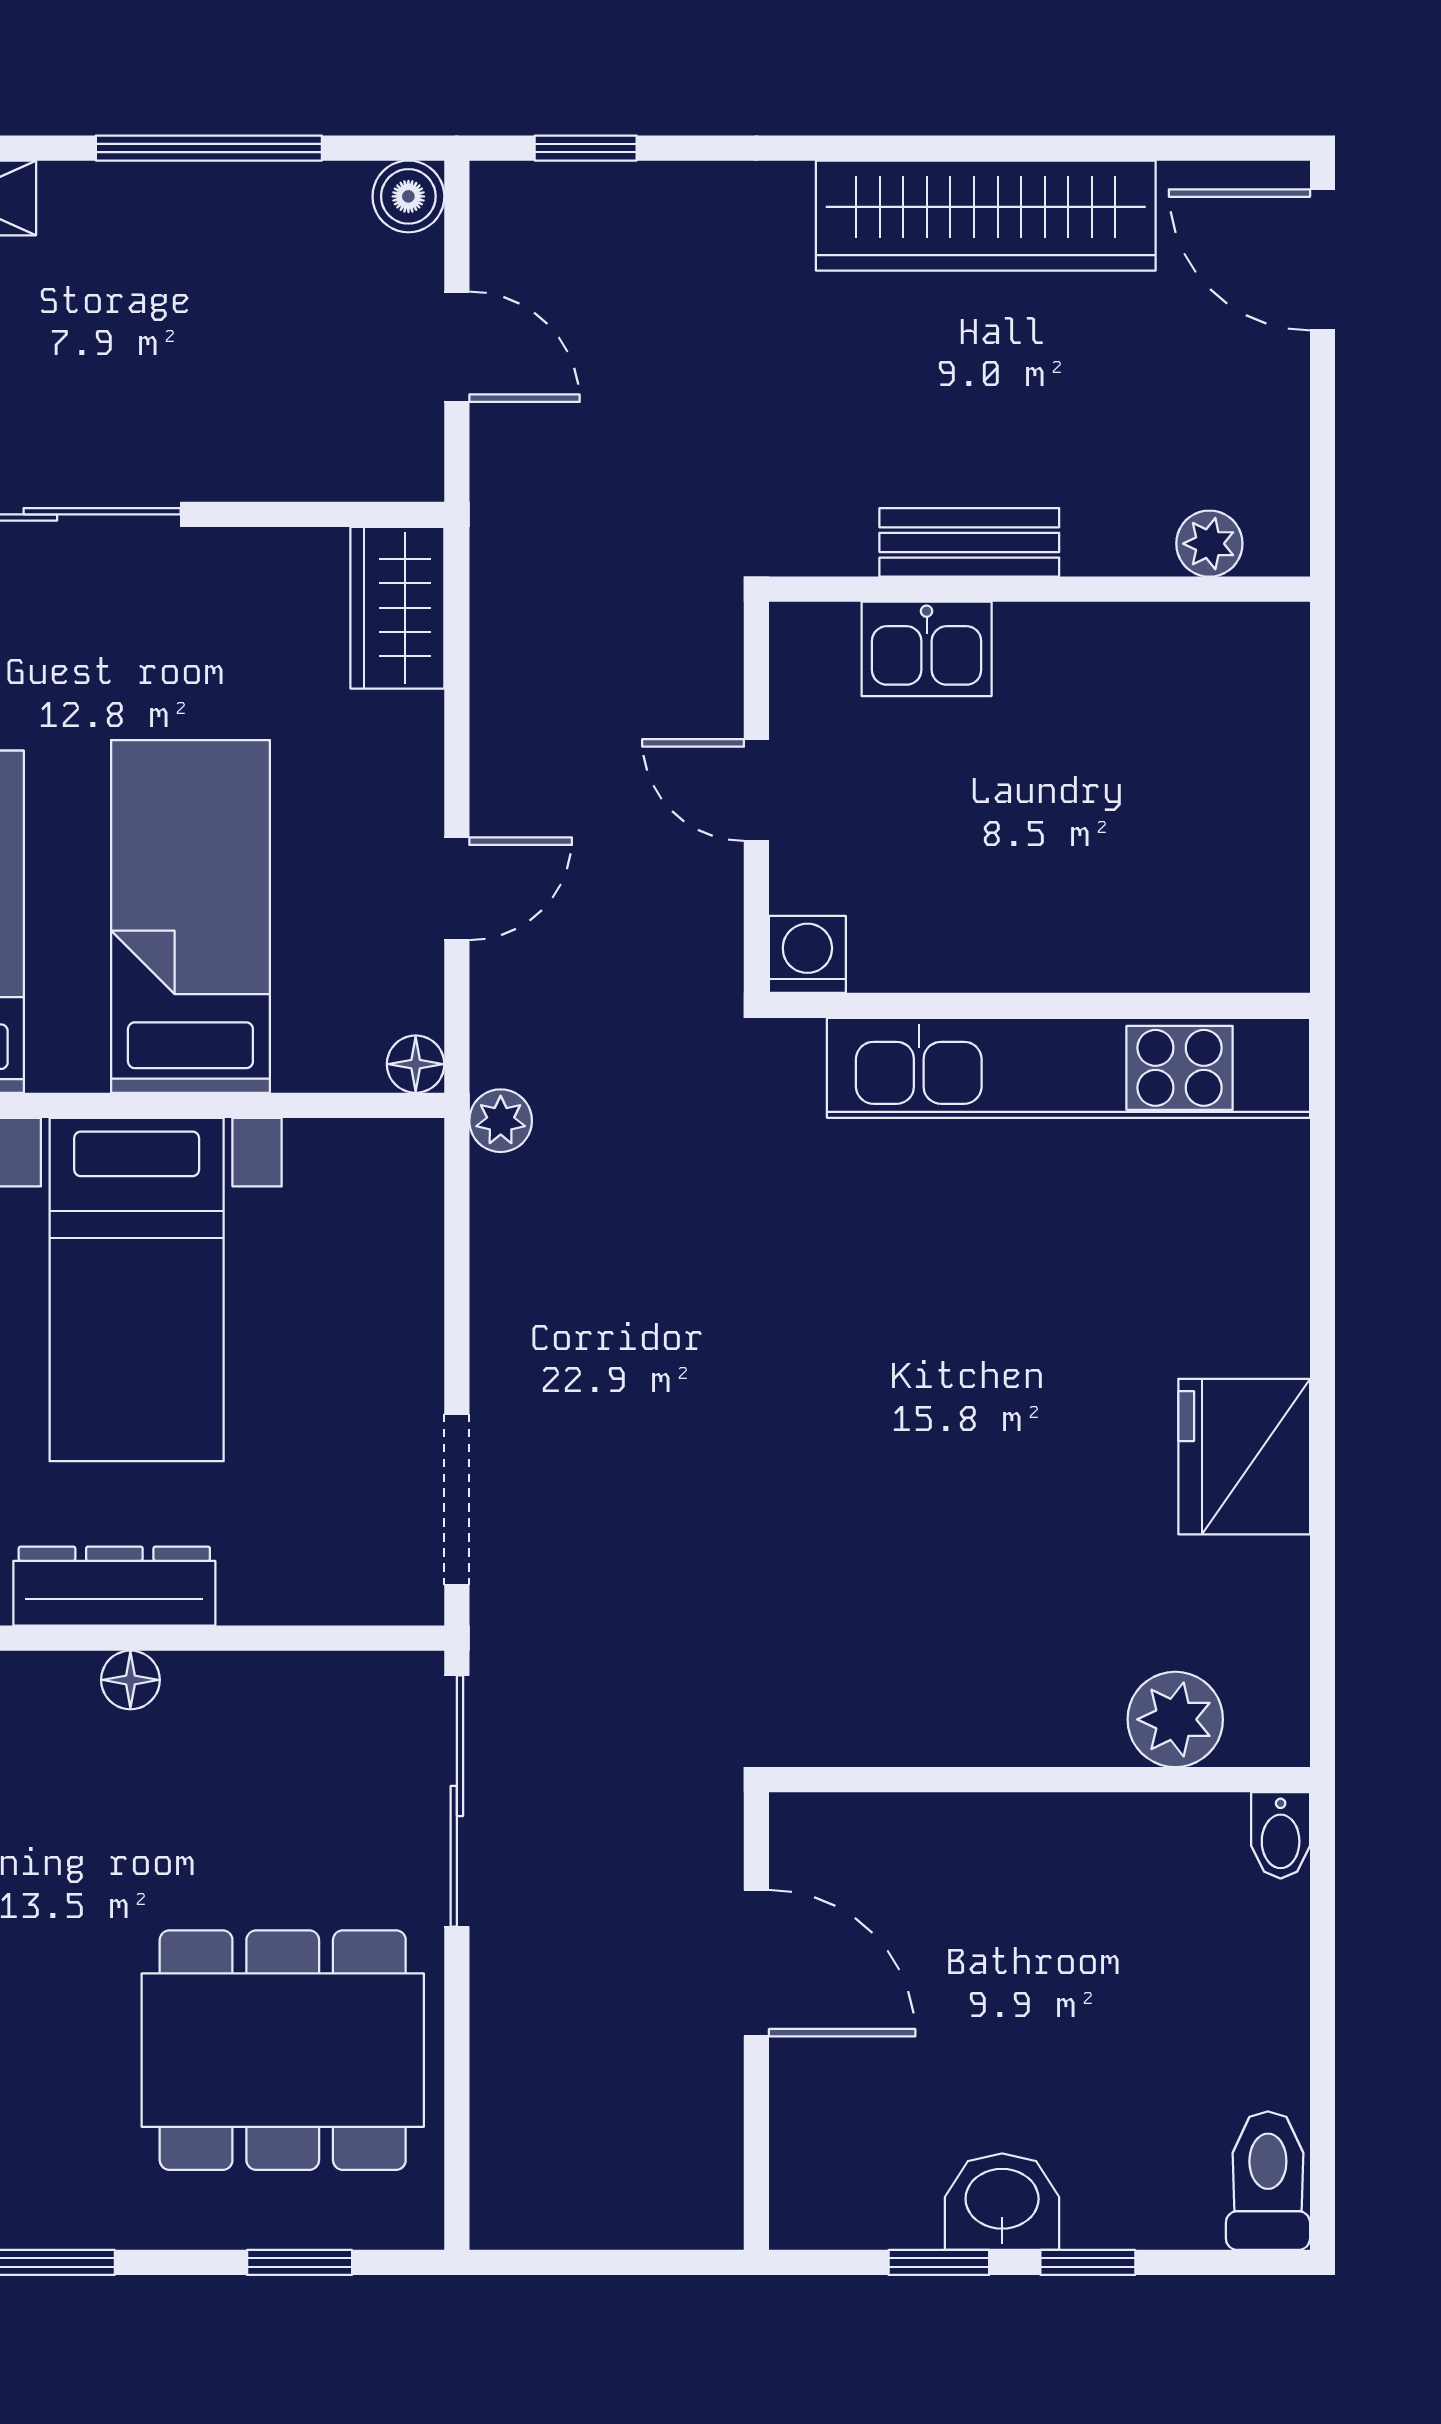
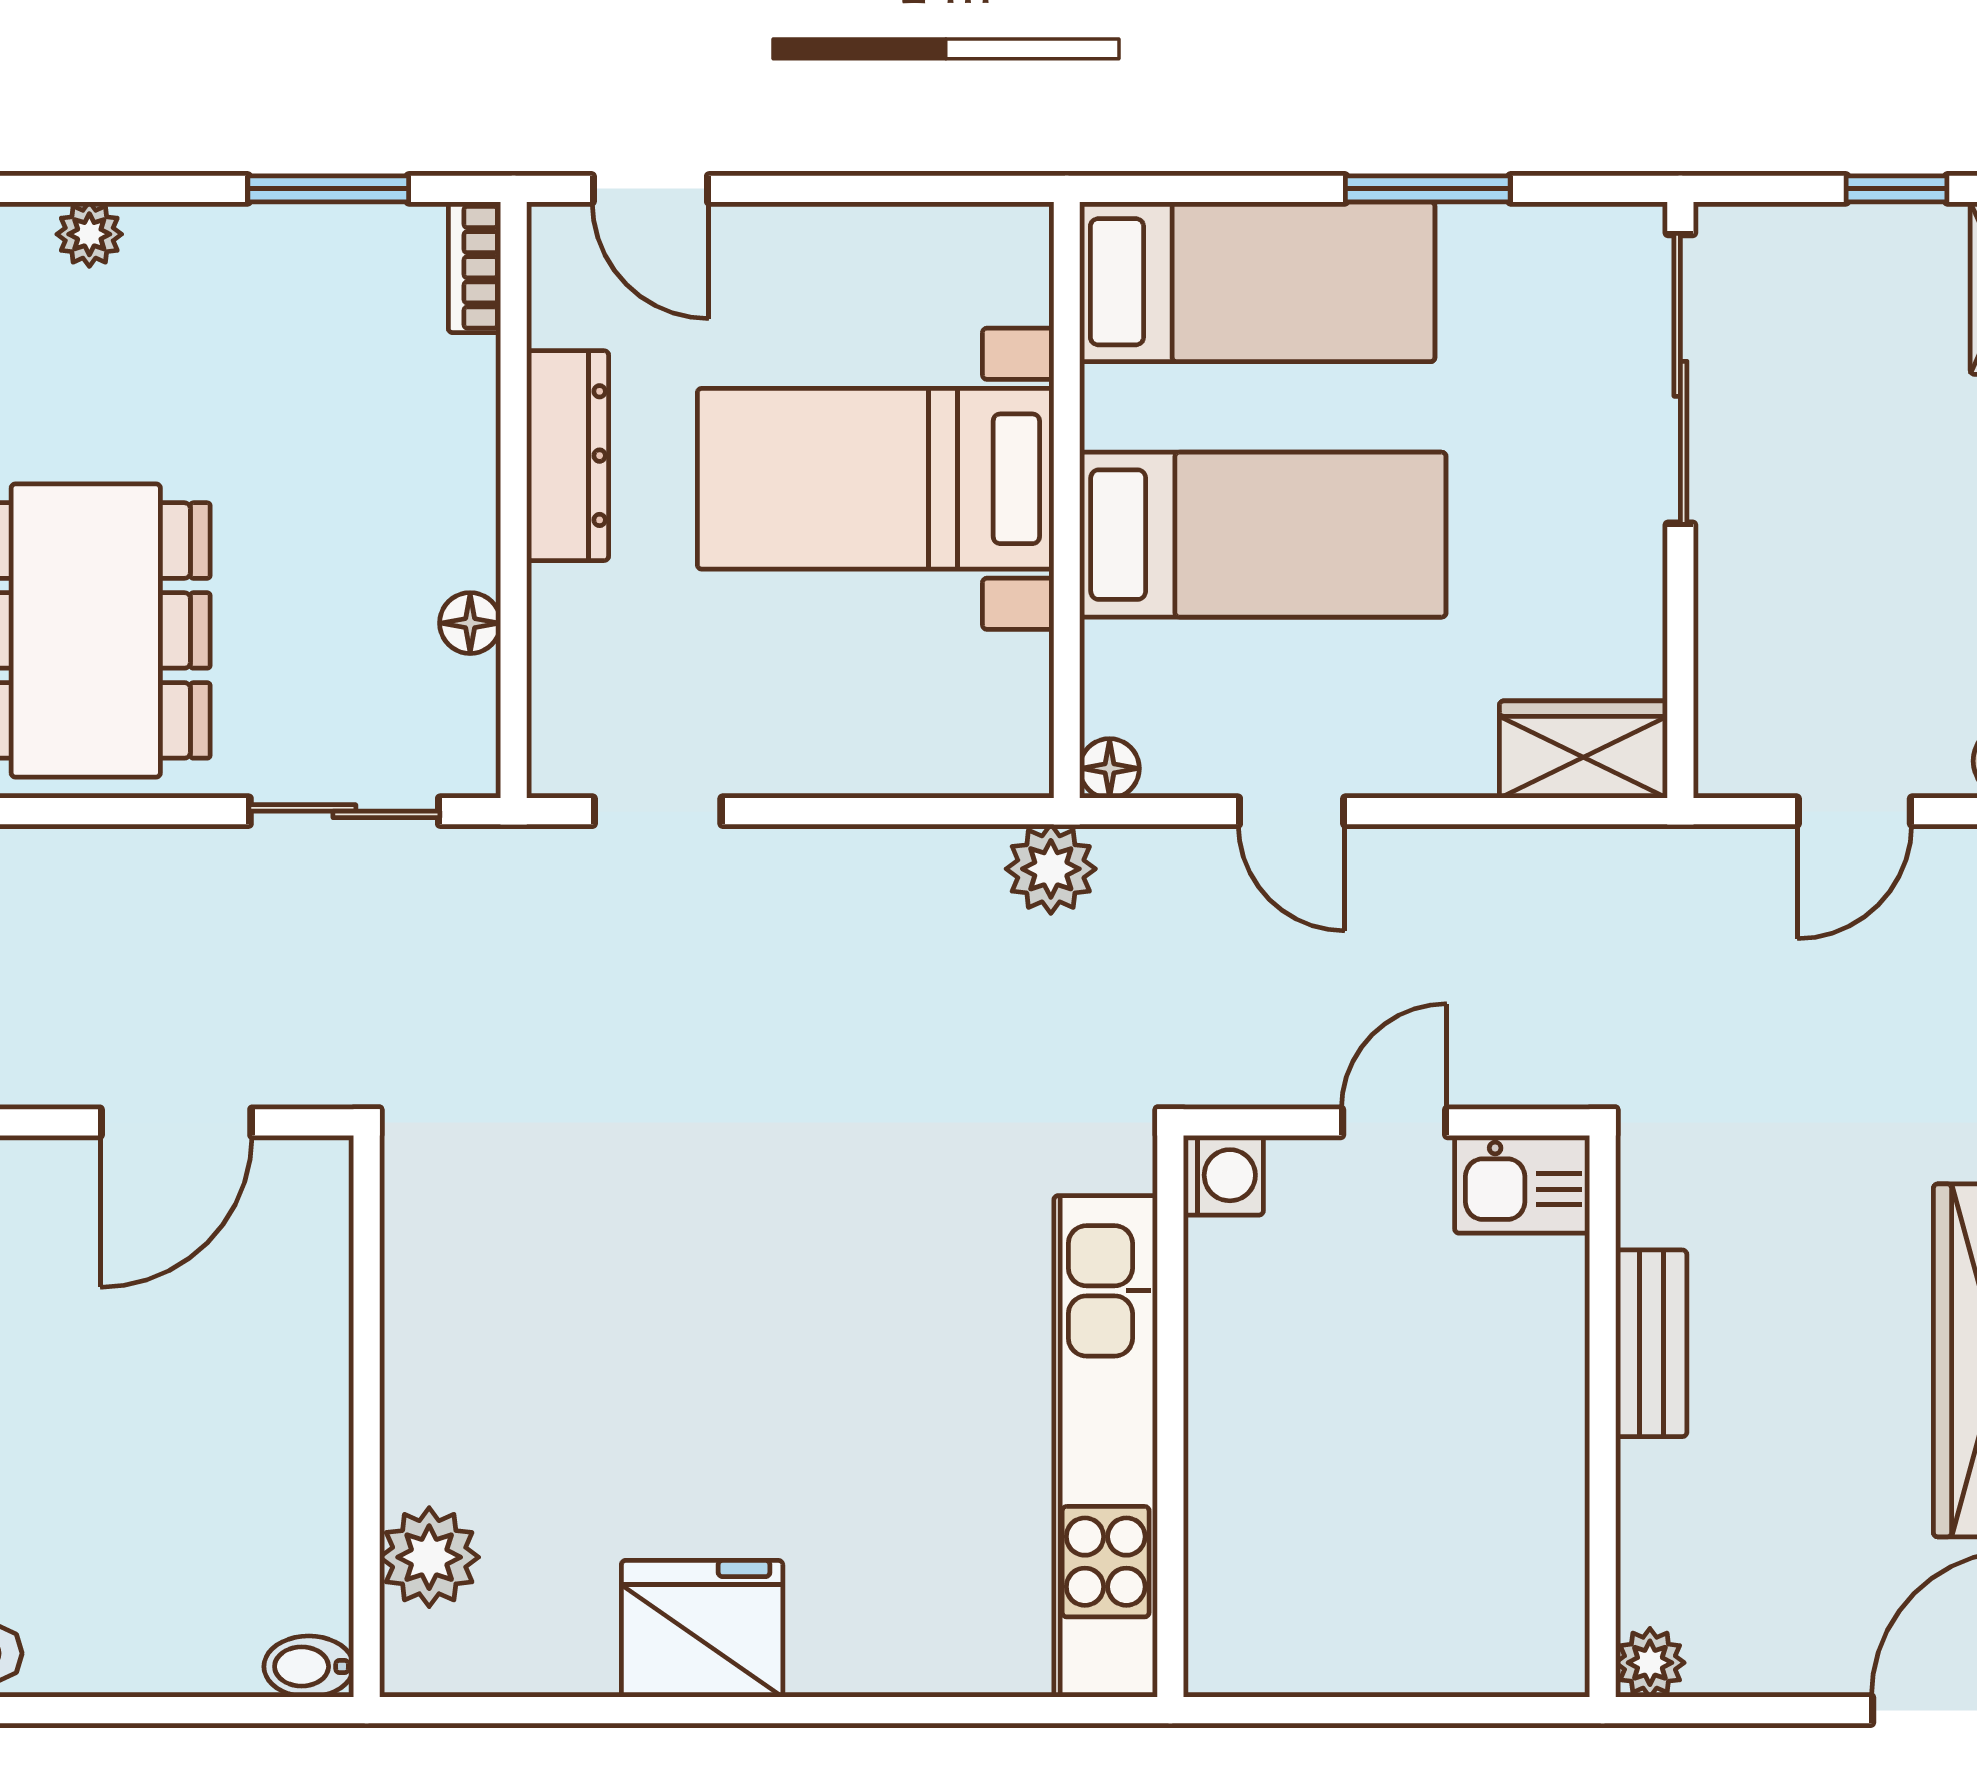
plant: (1209, 544) -> (1650, 1663), moved
kitchen sink: (927, 649) -> (1522, 1184), moved, turned -90
plant: (501, 1121) -> (1051, 869), width x1.38, depth x1.38
doorway: (457, 1499) -> (658, 811), width x0.73
floor lamp: (130, 1680) -> (470, 623), moved
sliding door: (457, 1801) -> (344, 811), width x0.73

